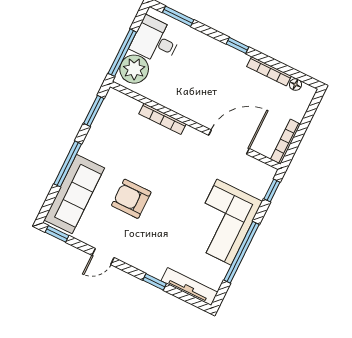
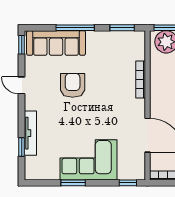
window: (242, 252) -> (73, 183), width x0.47
window: (155, 282) -> (22, 147), moved
tv unit: (189, 287) -> (30, 133), moved

